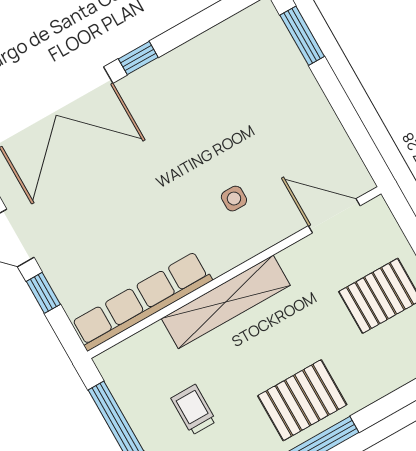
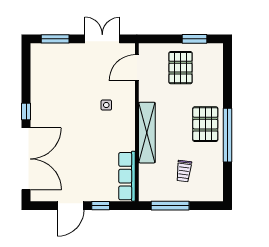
double door: (351, 122) -> (102, 39), added
row of seats: (142, 301) -> (127, 176), width x0.73
trolley: (194, 410) -> (184, 171), turned -83

